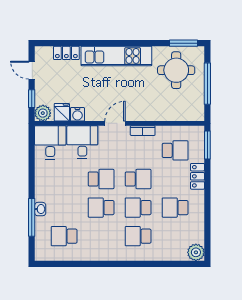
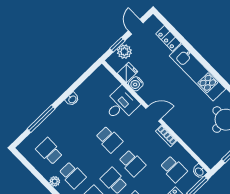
plant: (43, 113) -> (124, 52), moved
washbasin: (197, 132) -> (199, 171), added
desk: (50, 142) -> (101, 84), removed
school desk: (101, 208) -> (72, 175), moved, turned 180
washbasin: (40, 209) -> (72, 99), moved
plant: (92, 255) -> (55, 181), added

